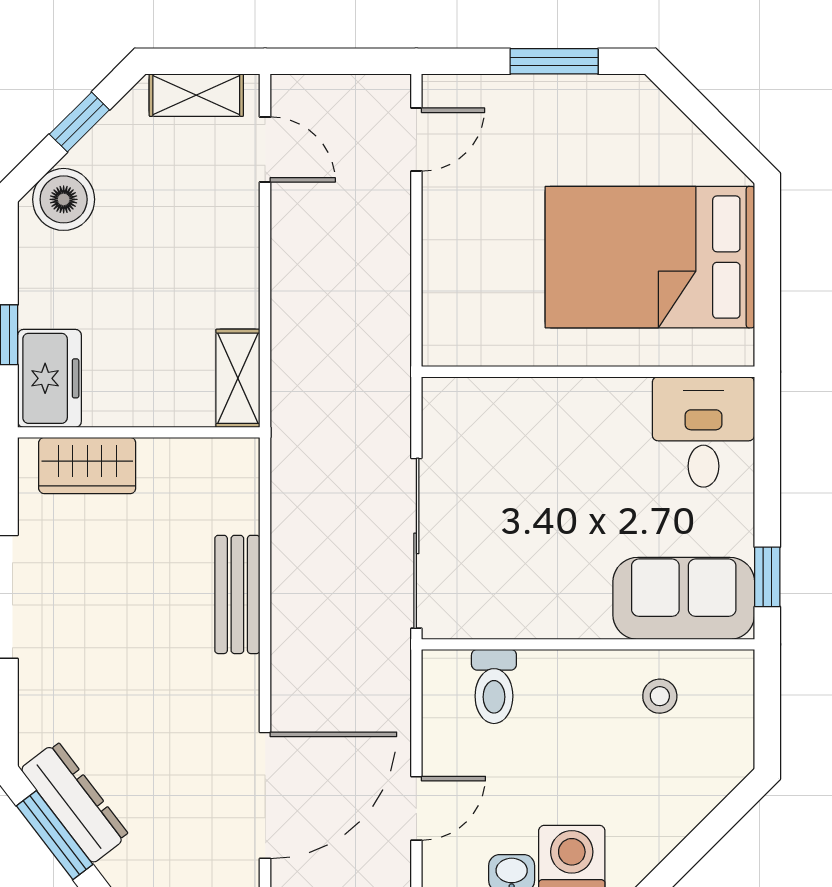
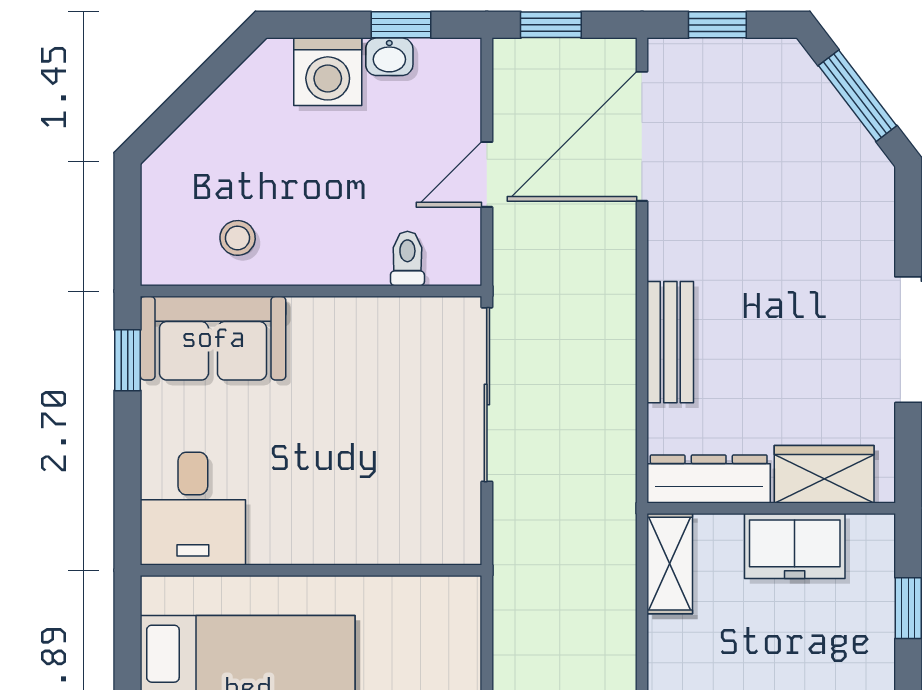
freezer: (50, 378) -> (795, 546), moved, turned -90
toilet: (494, 686) -> (407, 258), width x0.73, depth x0.72
dresser: (75, 802) -> (709, 479), moved, turned 127
door: (416, 808) -> (487, 174), moved

